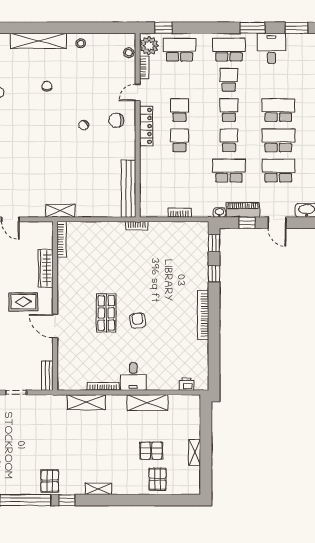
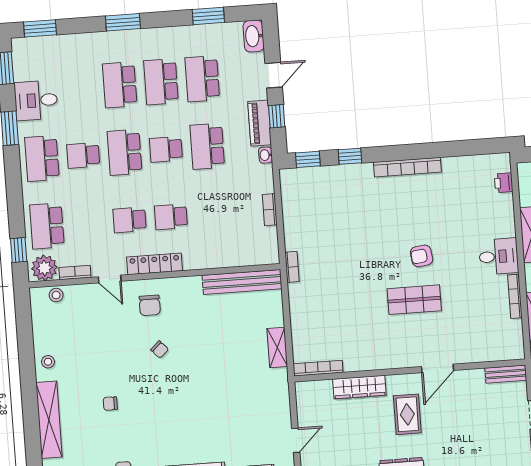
school desk: (229, 110) -> (125, 152), width x1.85
shelving: (60, 211) -> (277, 348), moved

